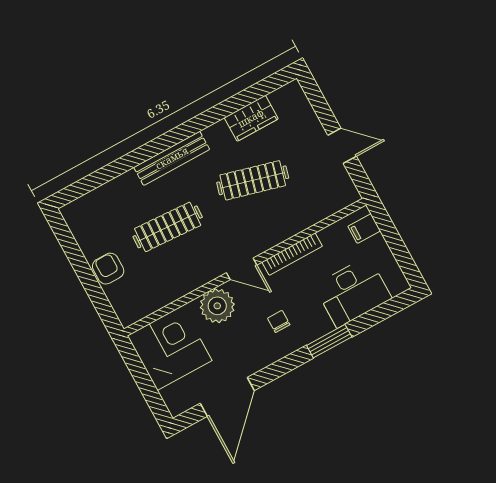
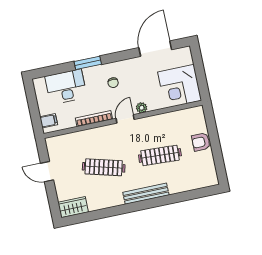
wardrobe: (251, 118) -> (73, 207), moved
armchair: (108, 269) -> (201, 142), turned 90
door: (242, 269) -> (125, 119), hinge flipped
plant: (217, 306) -> (142, 108), width x0.53, depth x0.53

